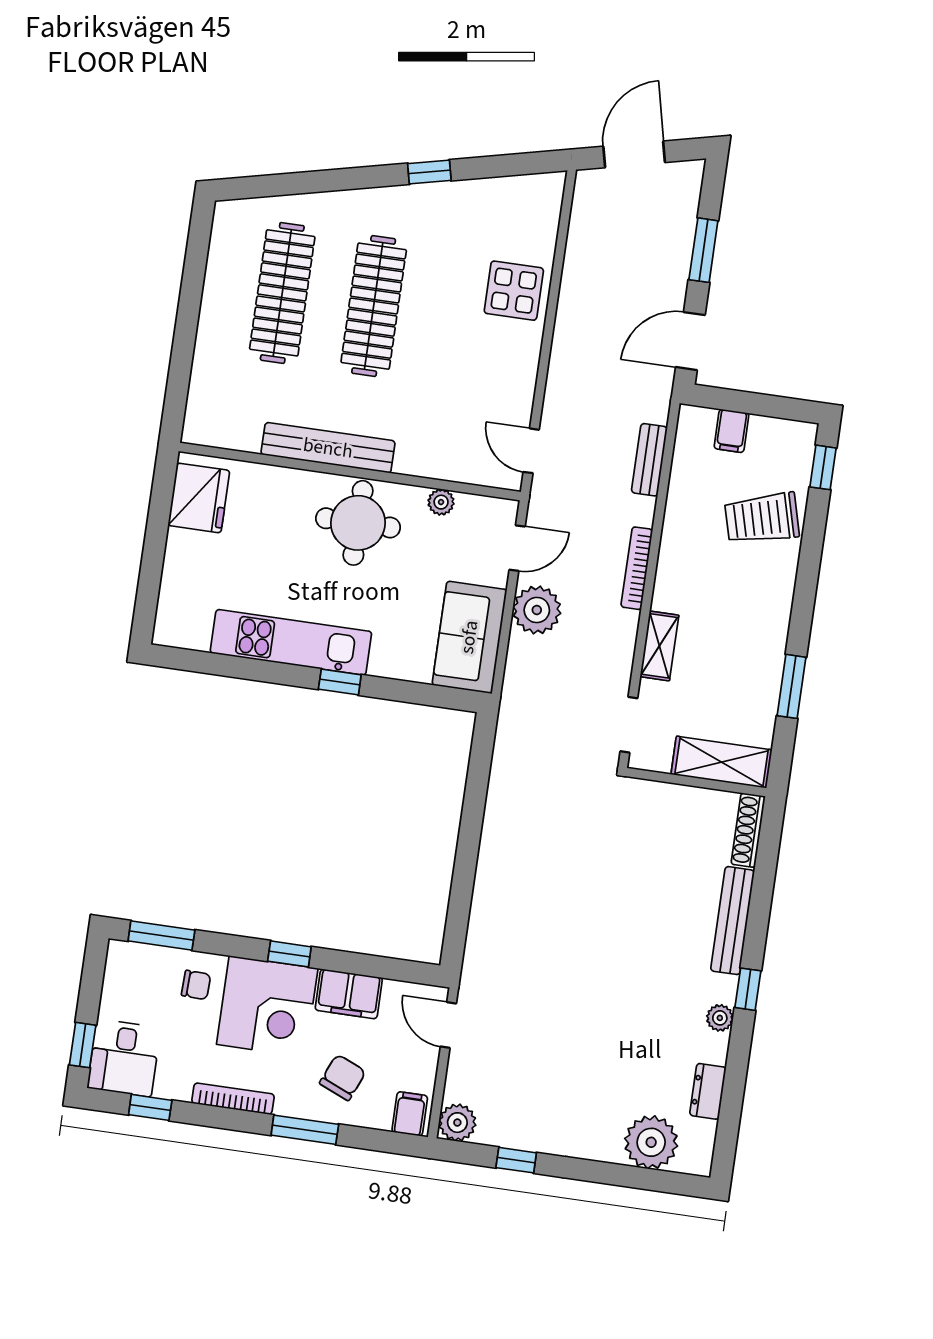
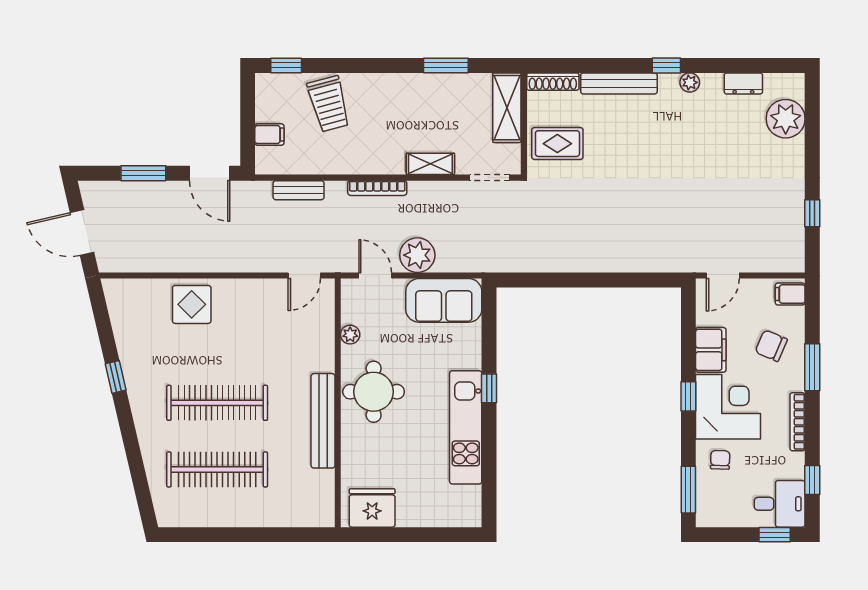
rug: (662, 824) -> (557, 144), added
plant: (457, 1123) -> (791, 259), removed

